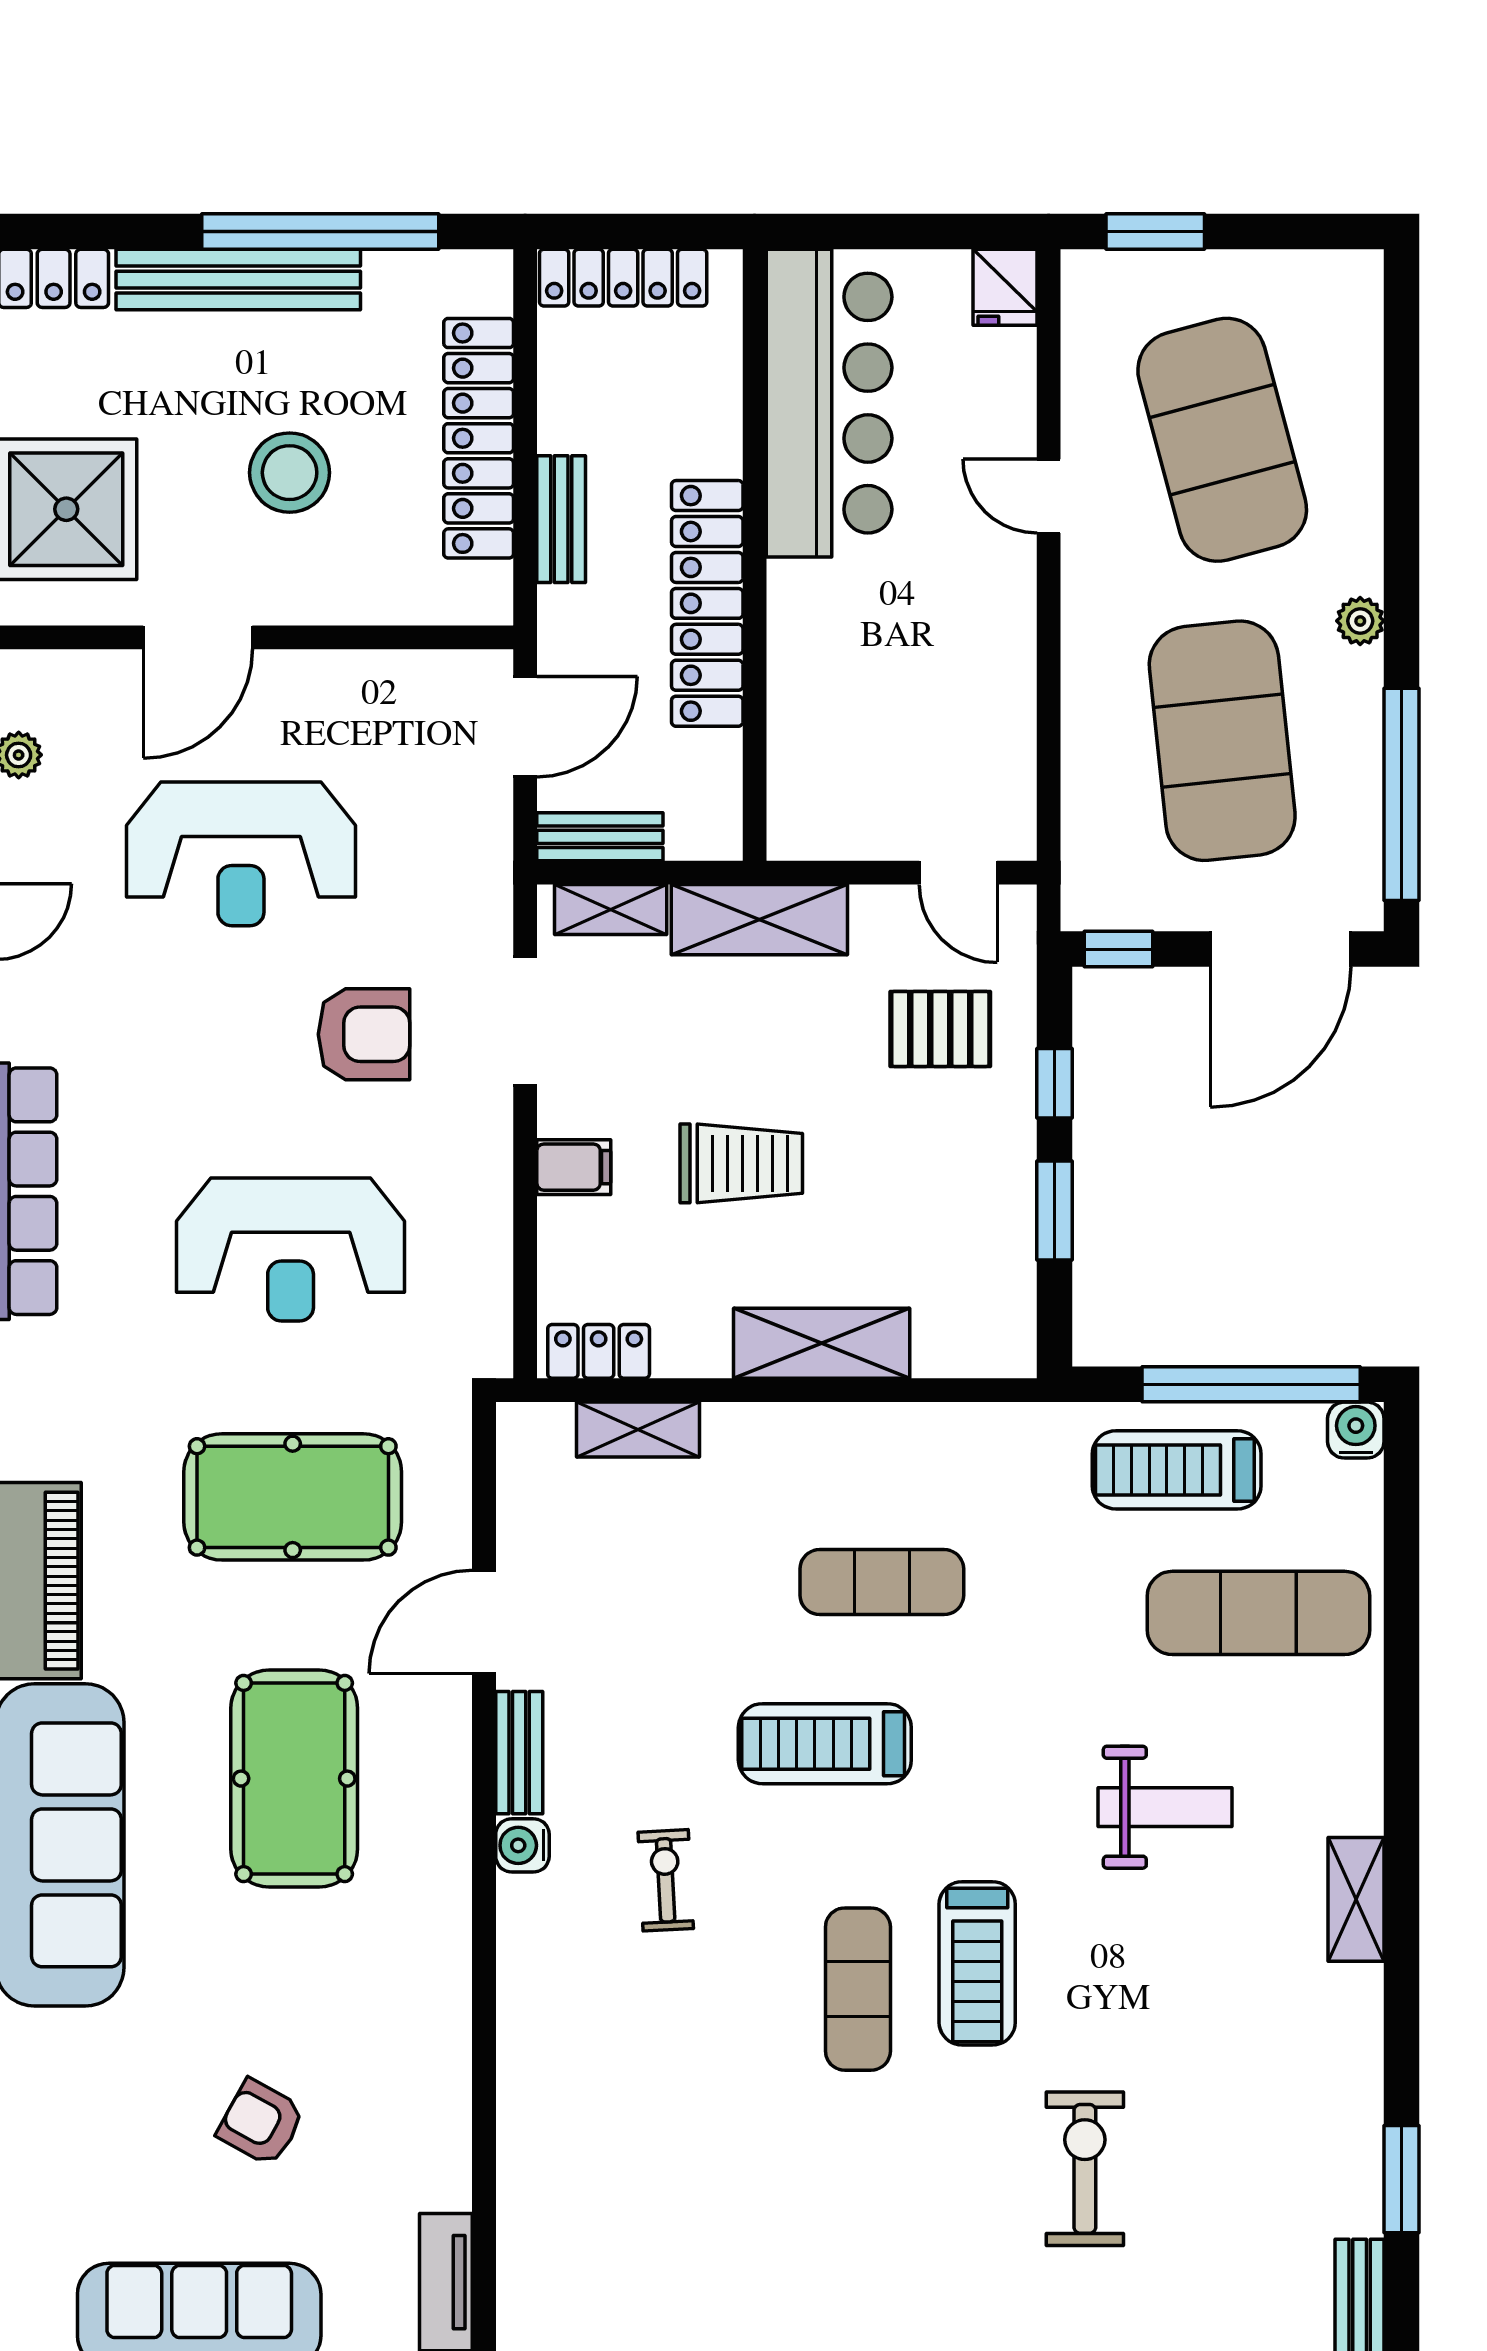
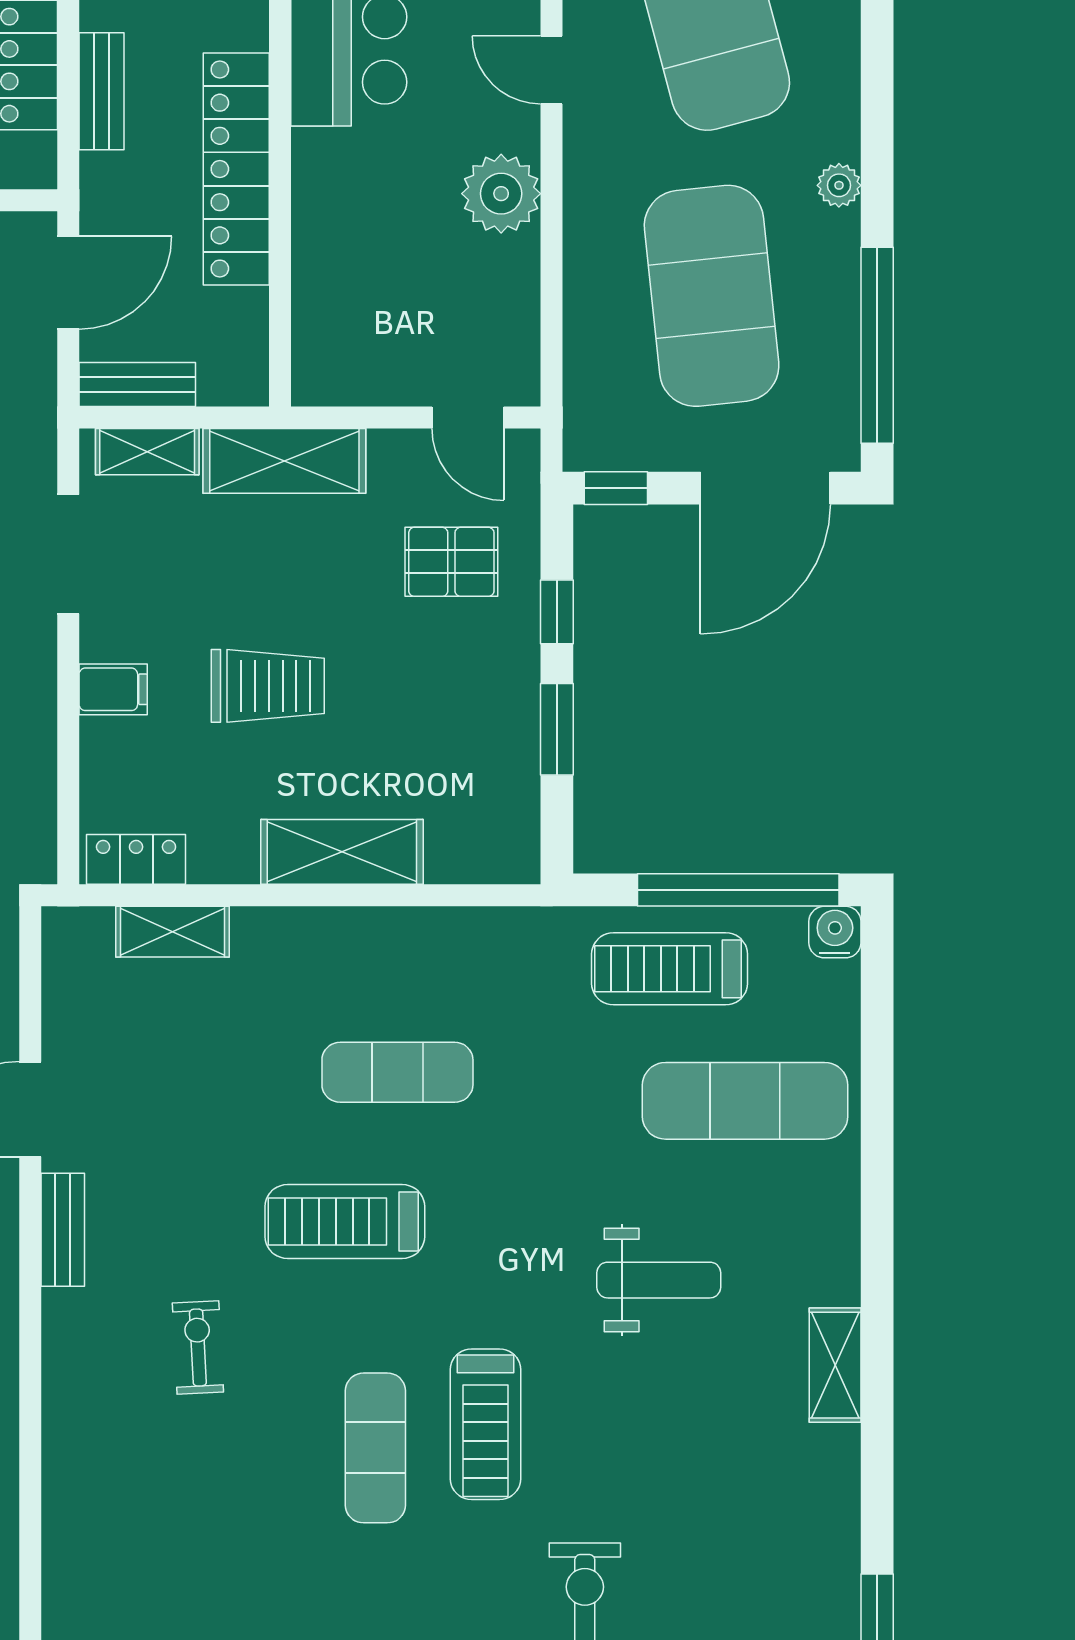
plant: (994, 630) -> (501, 194), added
water cooler: (522, 1845) -> (66, 1315), removed

